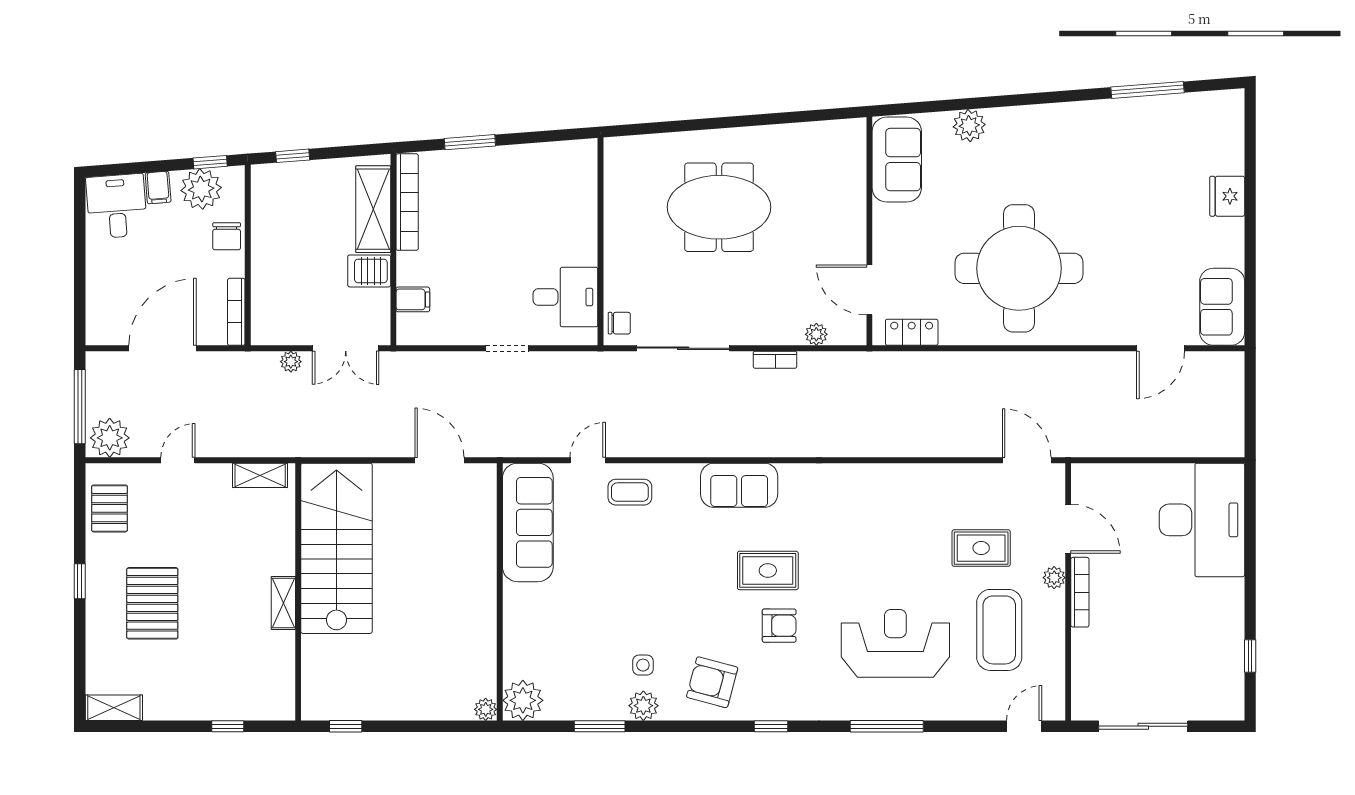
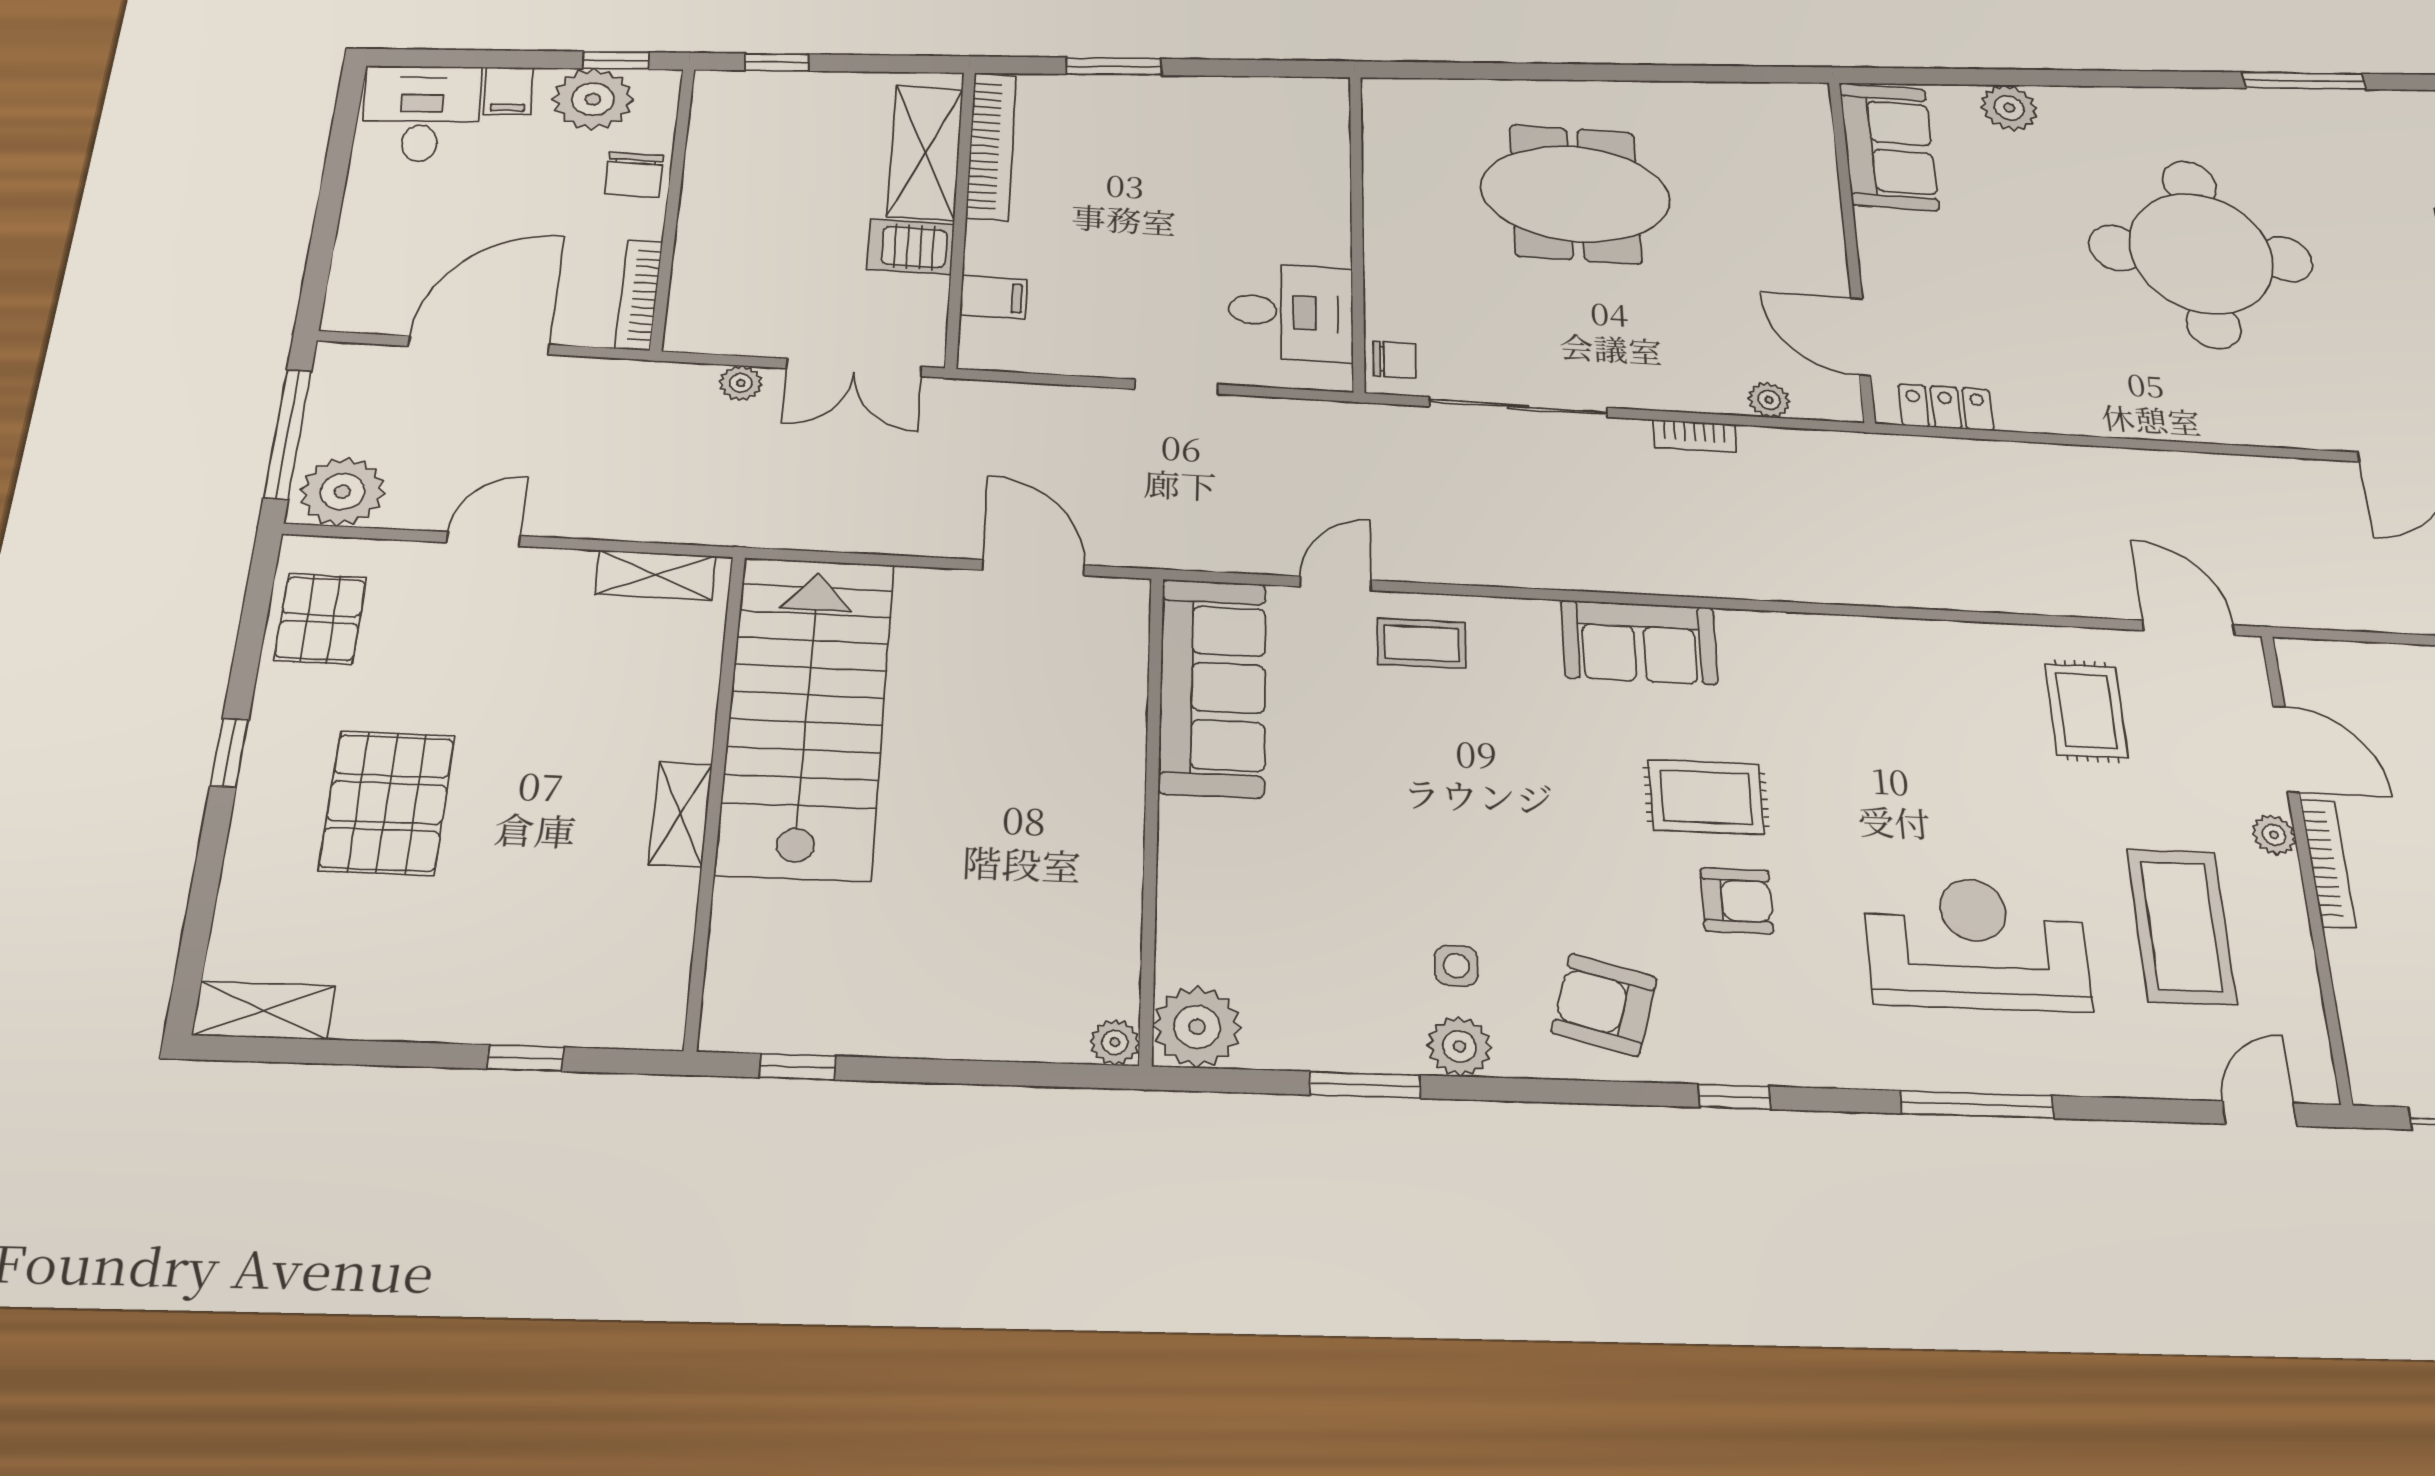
round table: (1019, 268) -> (2201, 254), moved
rug: (981, 548) -> (2086, 711), moved, turned 90

